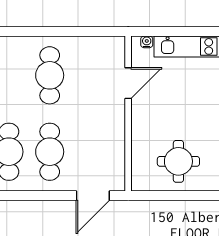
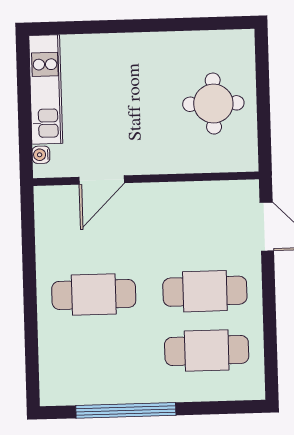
door: (128, 83) -> (102, 180), swing flipped

